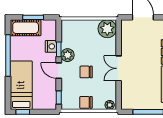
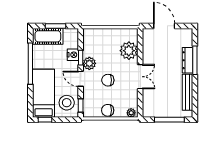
plant: (107, 29) -> (129, 51), moved
double door: (119, 68) -> (140, 77), swing flipped
stool: (45, 95) -> (67, 103), added

